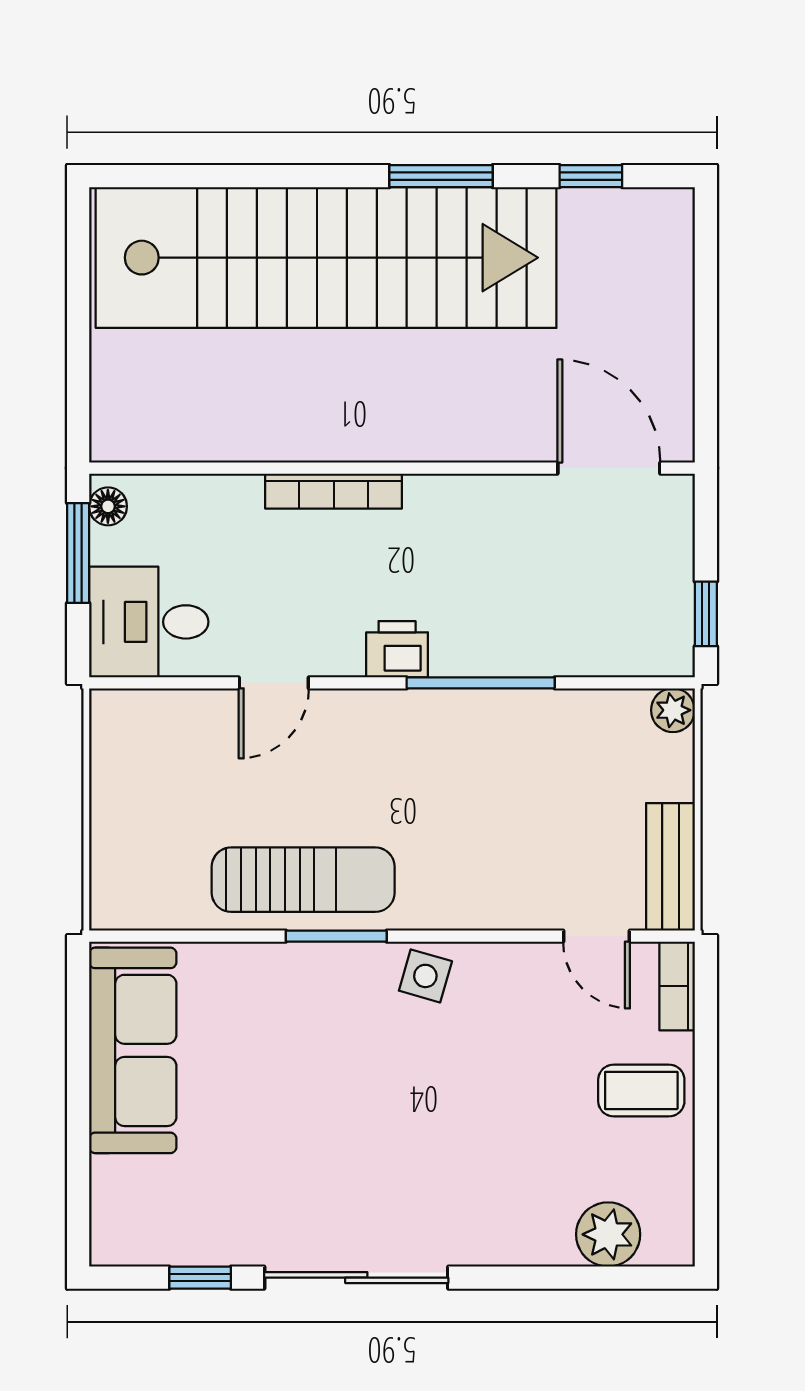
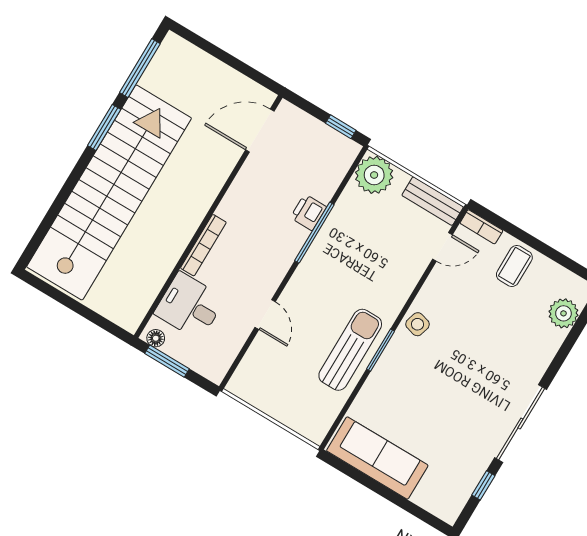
window: (591, 176) -> (140, 68), width x2.17
desk: (149, 622) -> (190, 306), moved, turned 90
printer: (397, 649) -> (308, 212), moved
plant: (673, 710) -> (374, 175), width x1.88, depth x1.88

